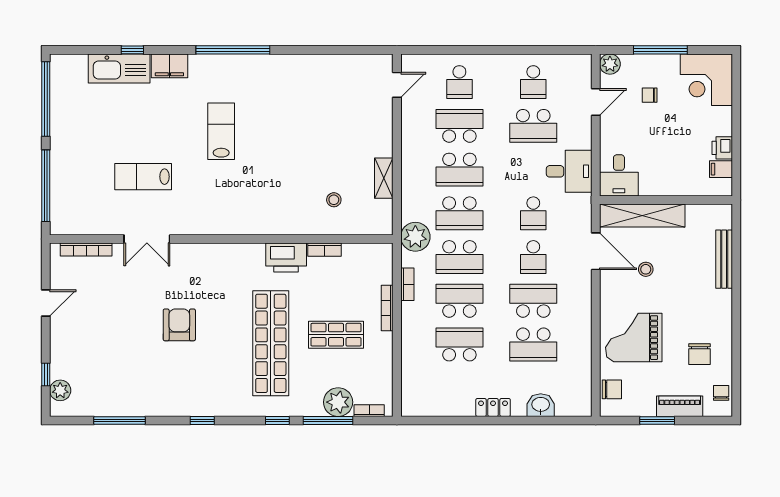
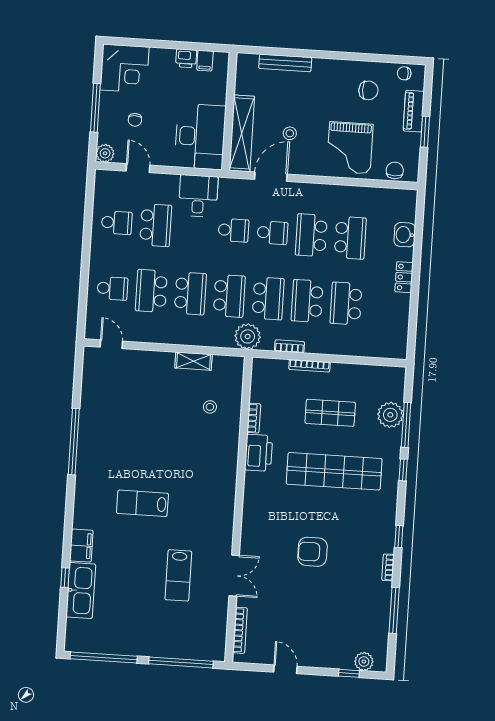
window: (233, 50) -> (74, 442), moved
desk: (619, 175) -> (200, 136), width x1.87, depth x1.30
shop shelf: (336, 335) -> (330, 413), turned 90
bookcase: (369, 411) -> (388, 567), moved

